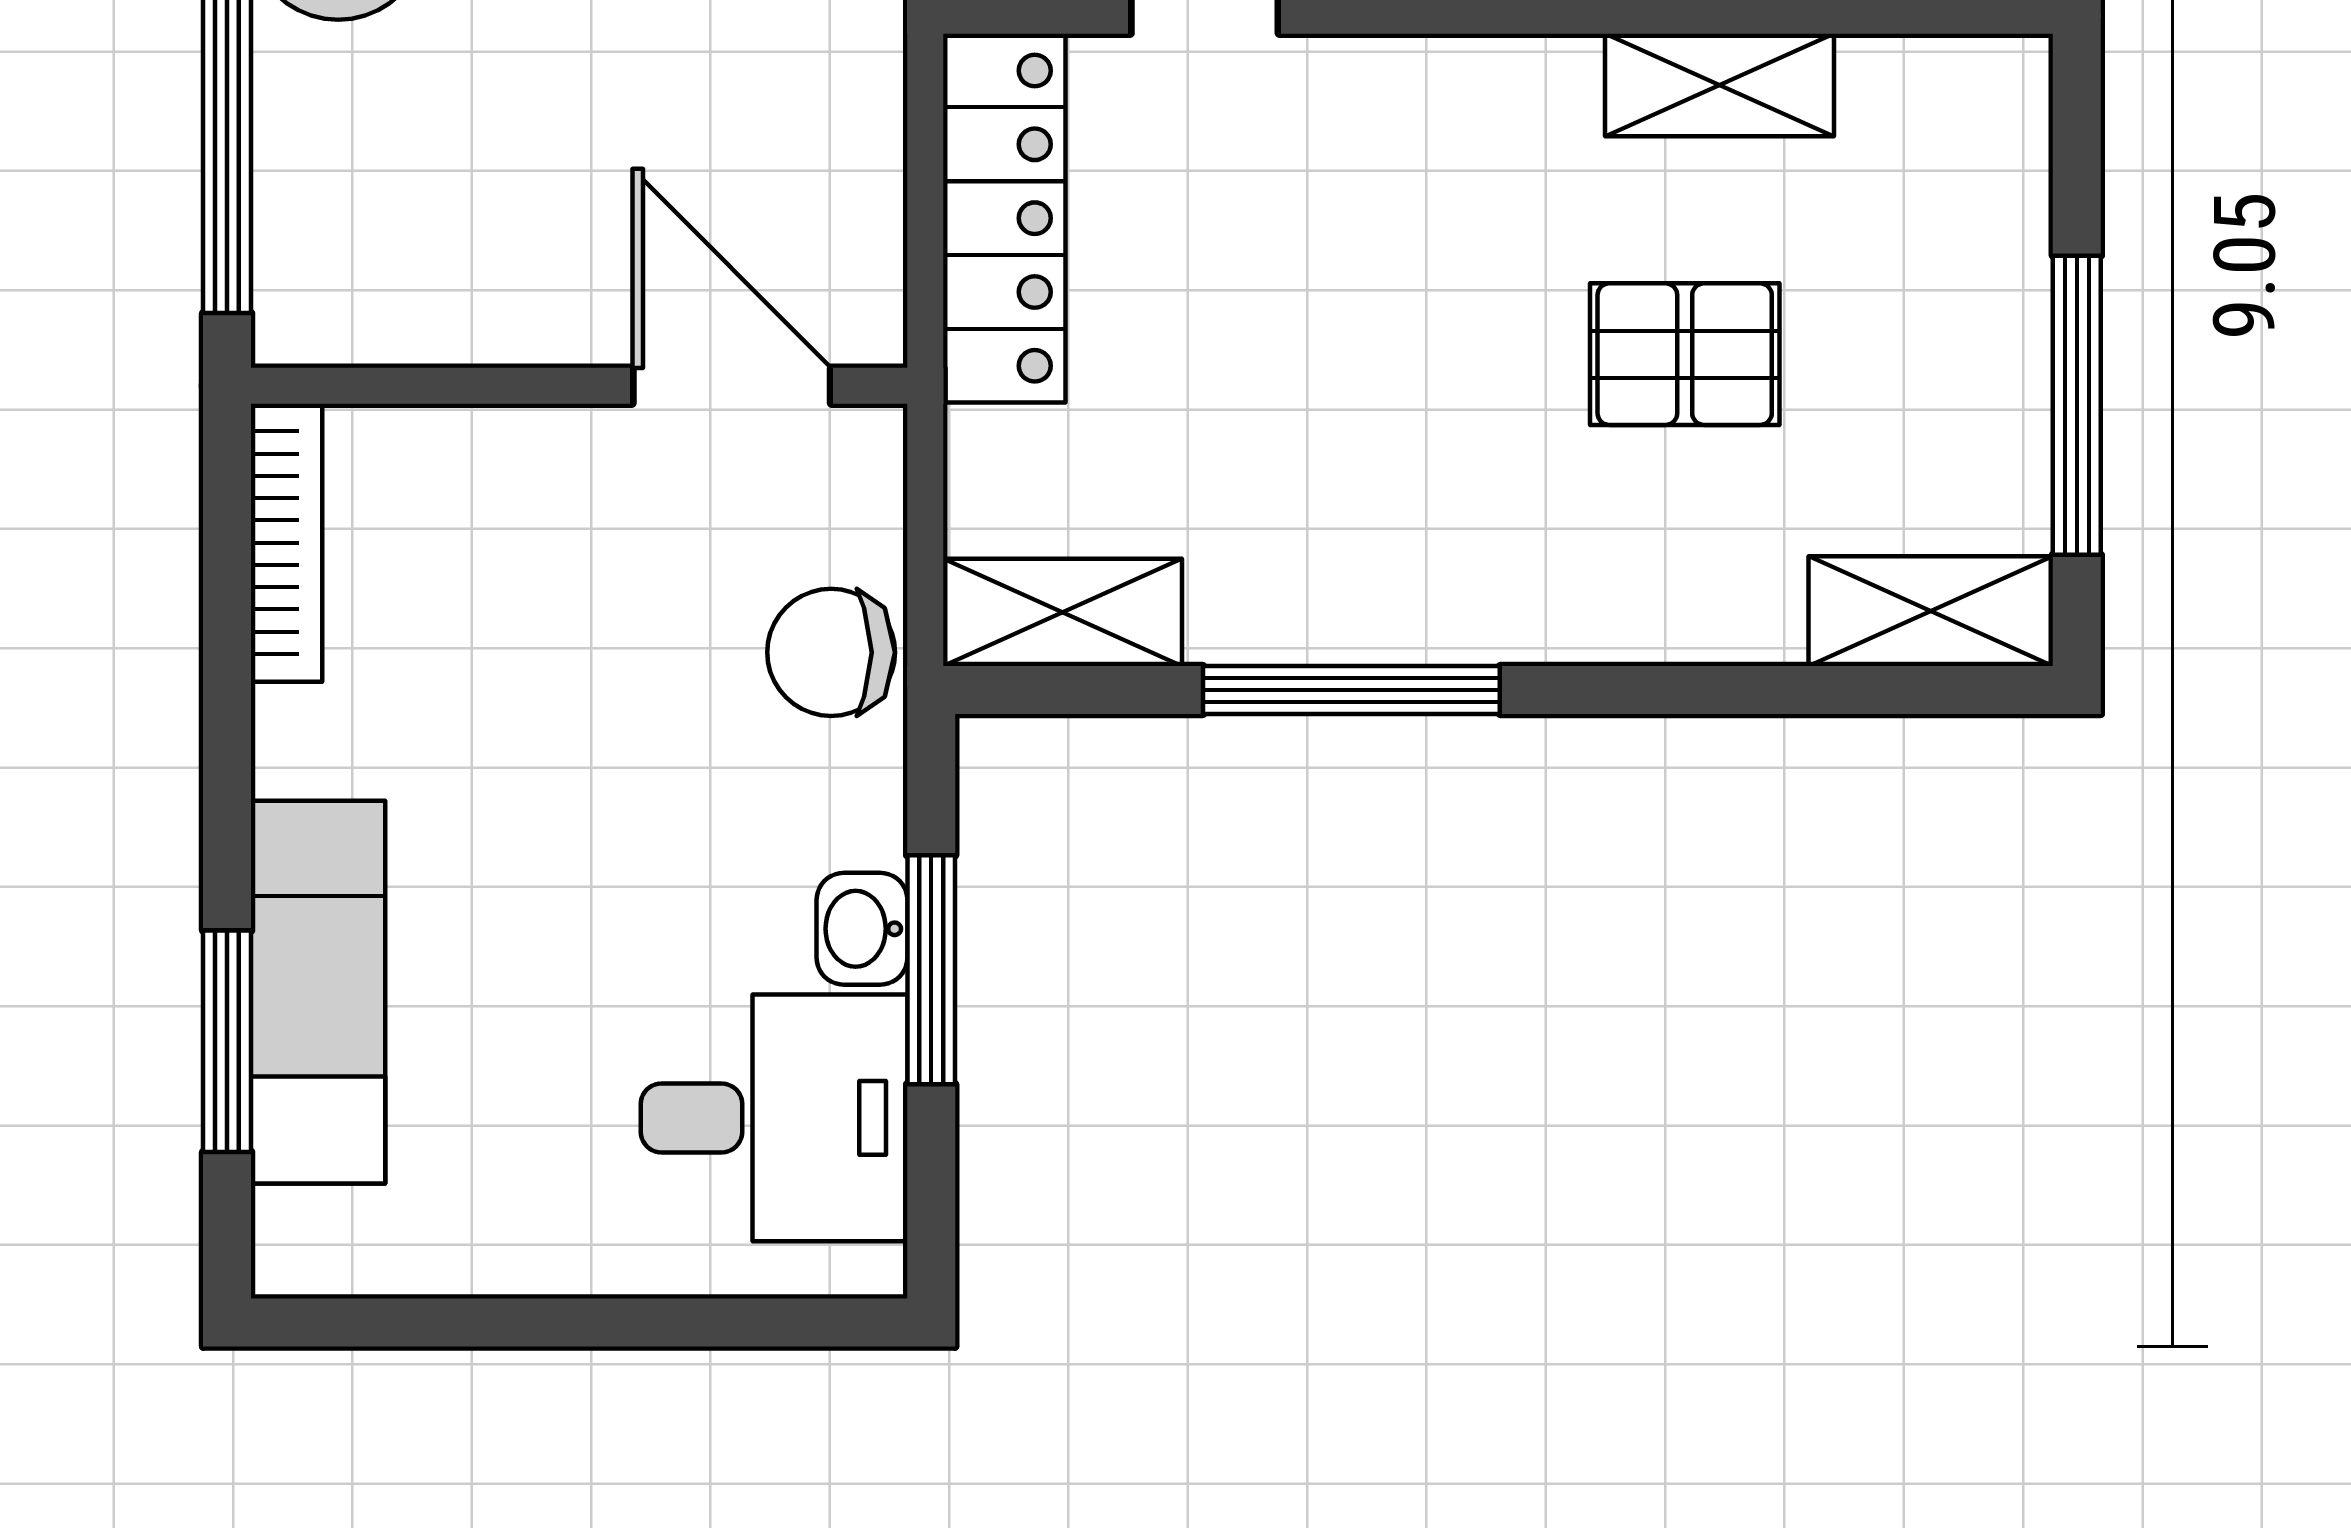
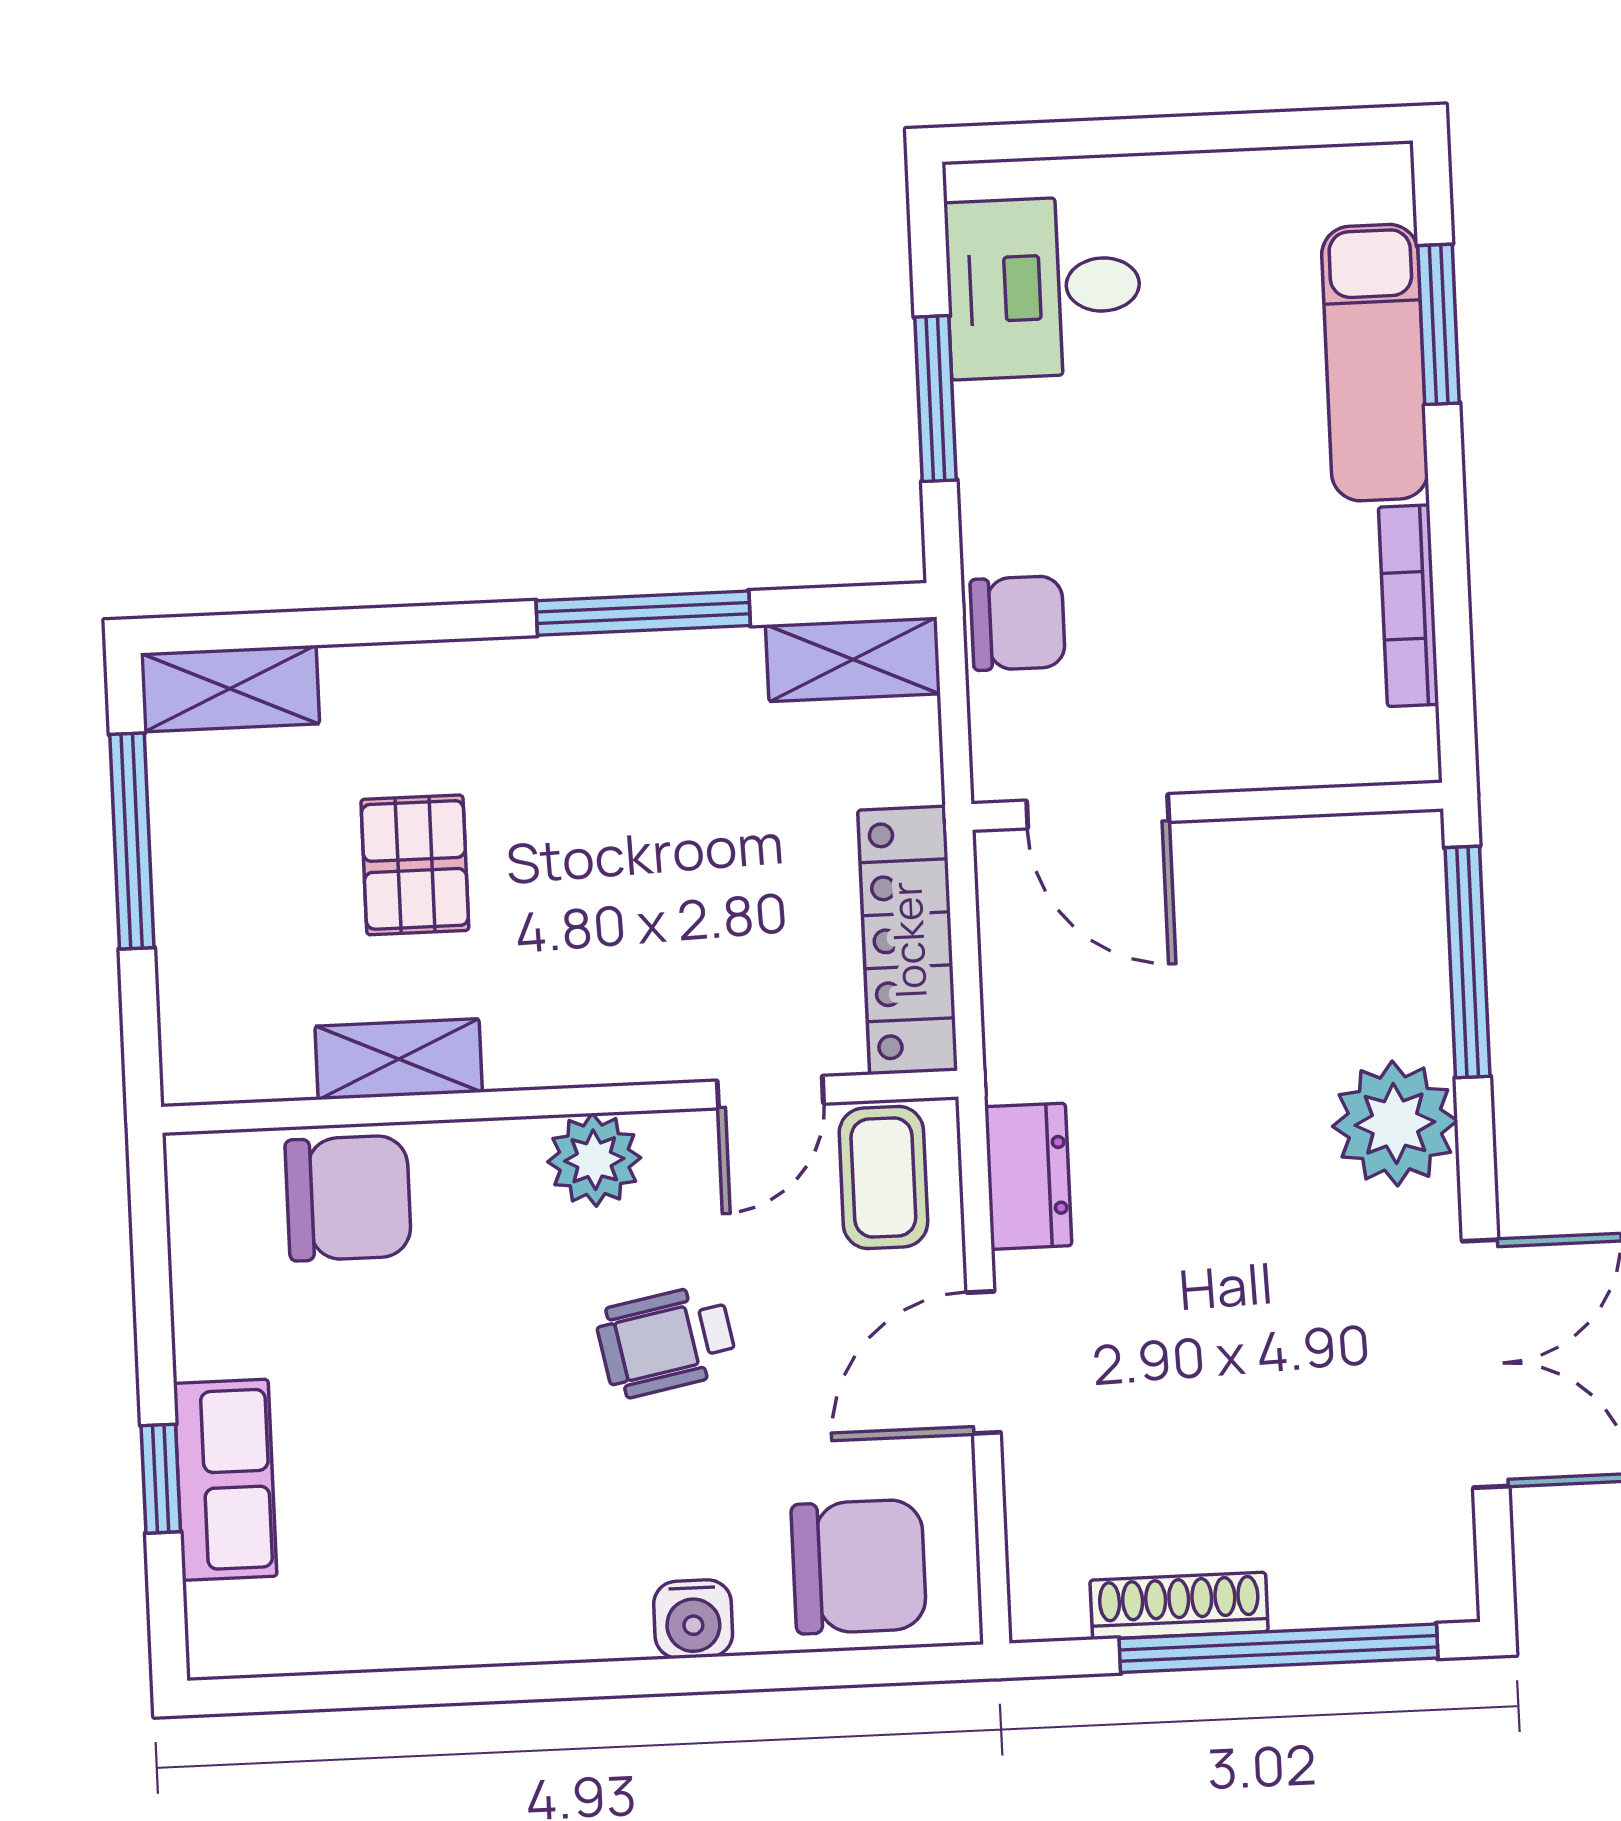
pallet: (1685, 354) -> (415, 865), turned 90
bookcase: (287, 543) -> (1408, 606), moved
washbasin: (862, 929) -> (987, 426), removed

